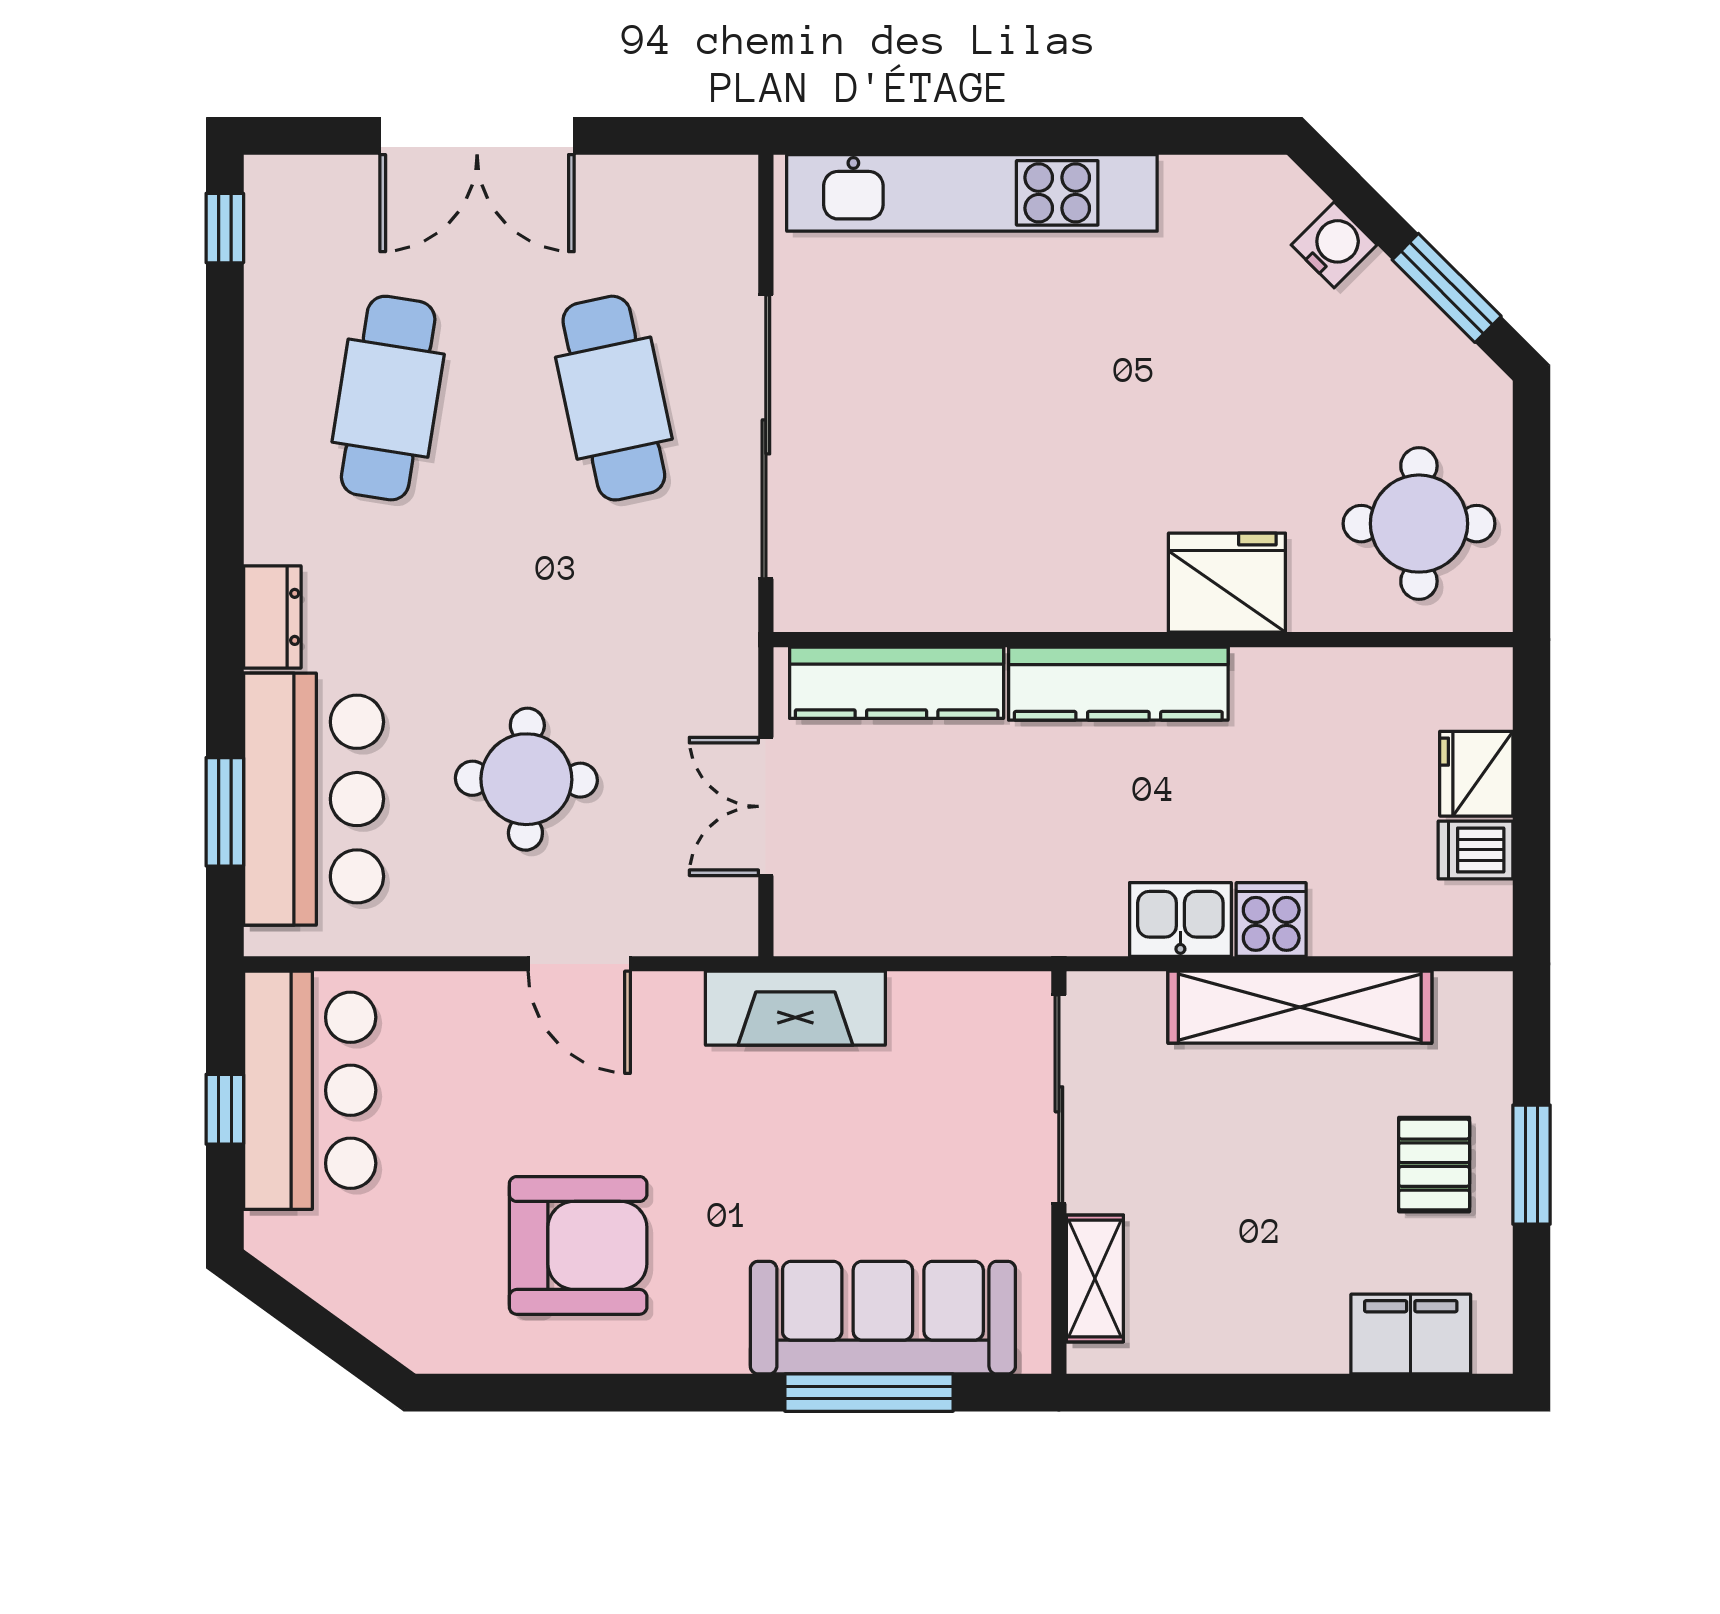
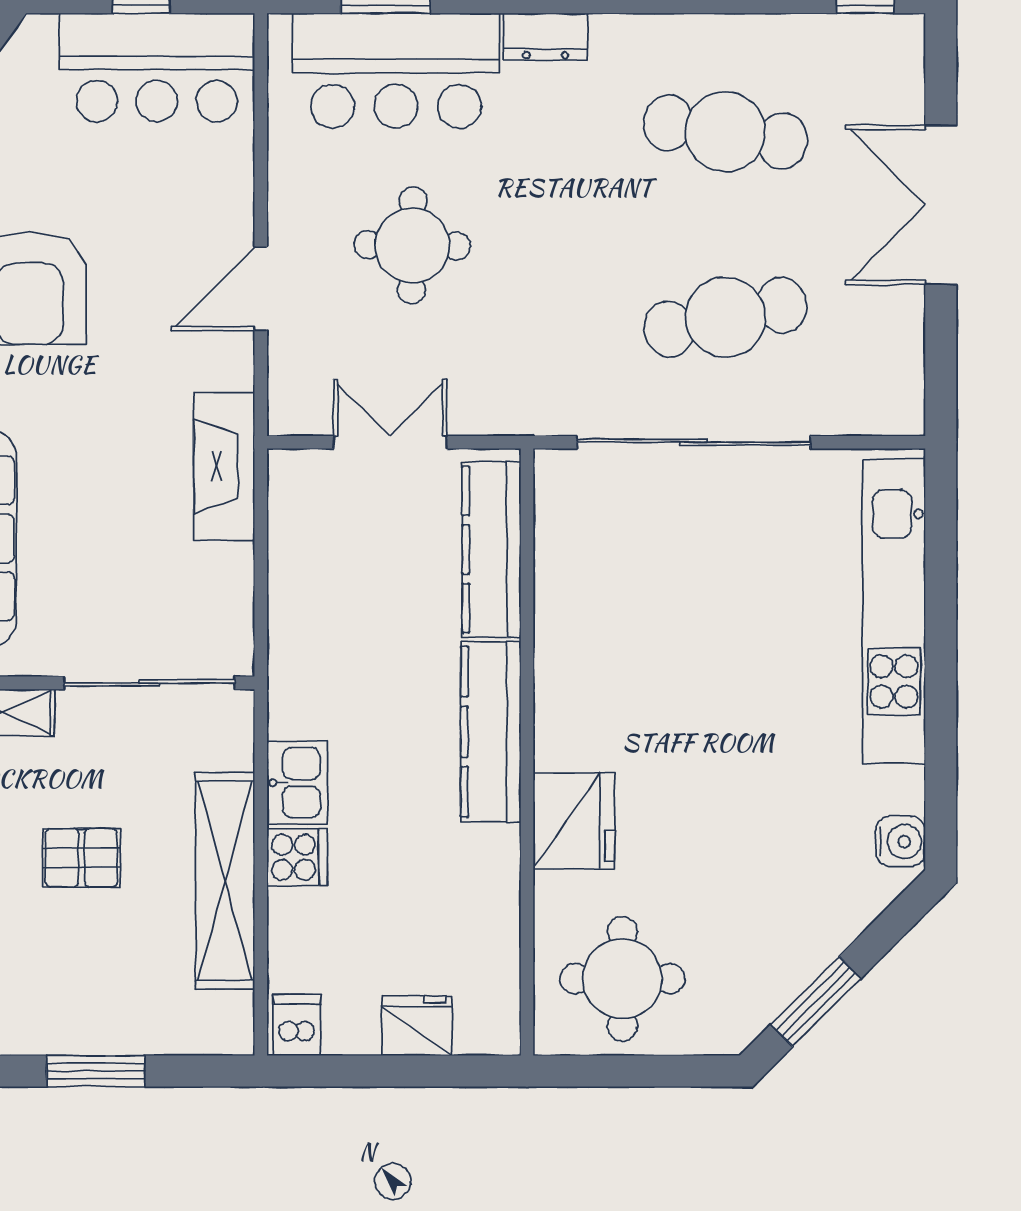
water cooler: (1334, 245) -> (900, 842), moved, turned -45
dishwasher: (1475, 850) -> (297, 1025), moved
pallet: (1434, 1165) -> (81, 858), moved

